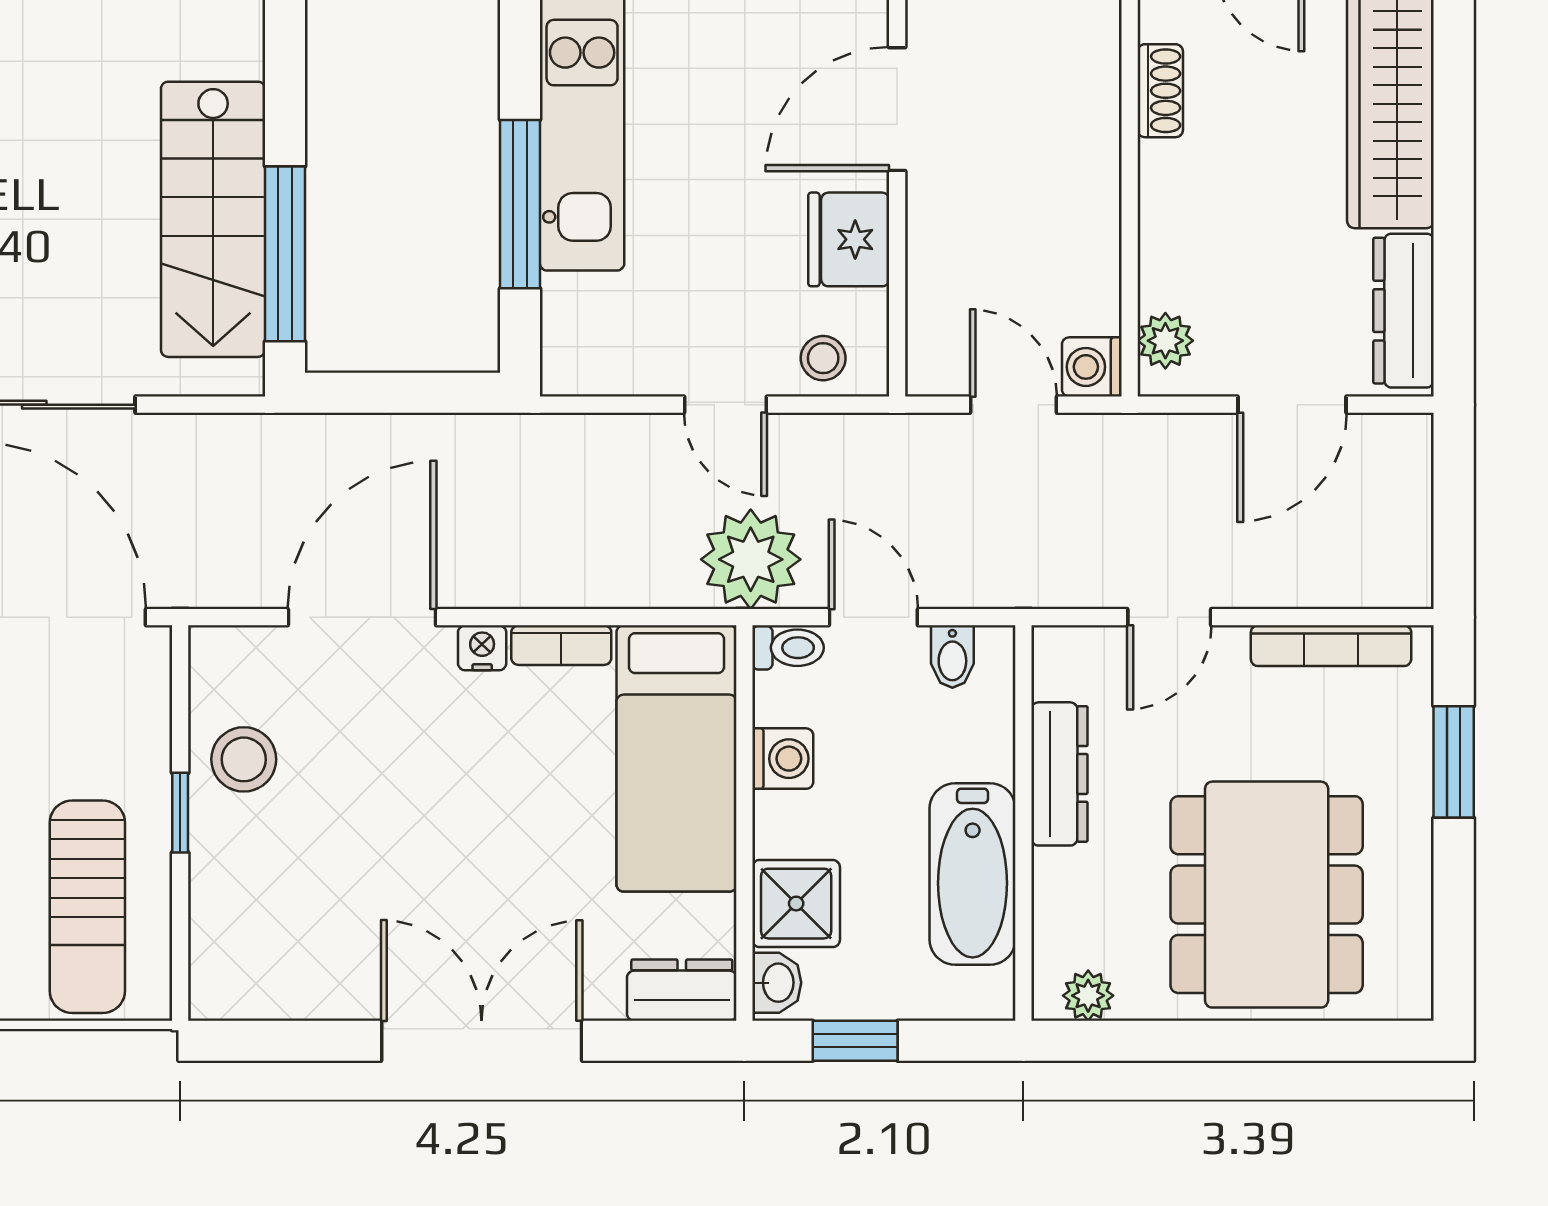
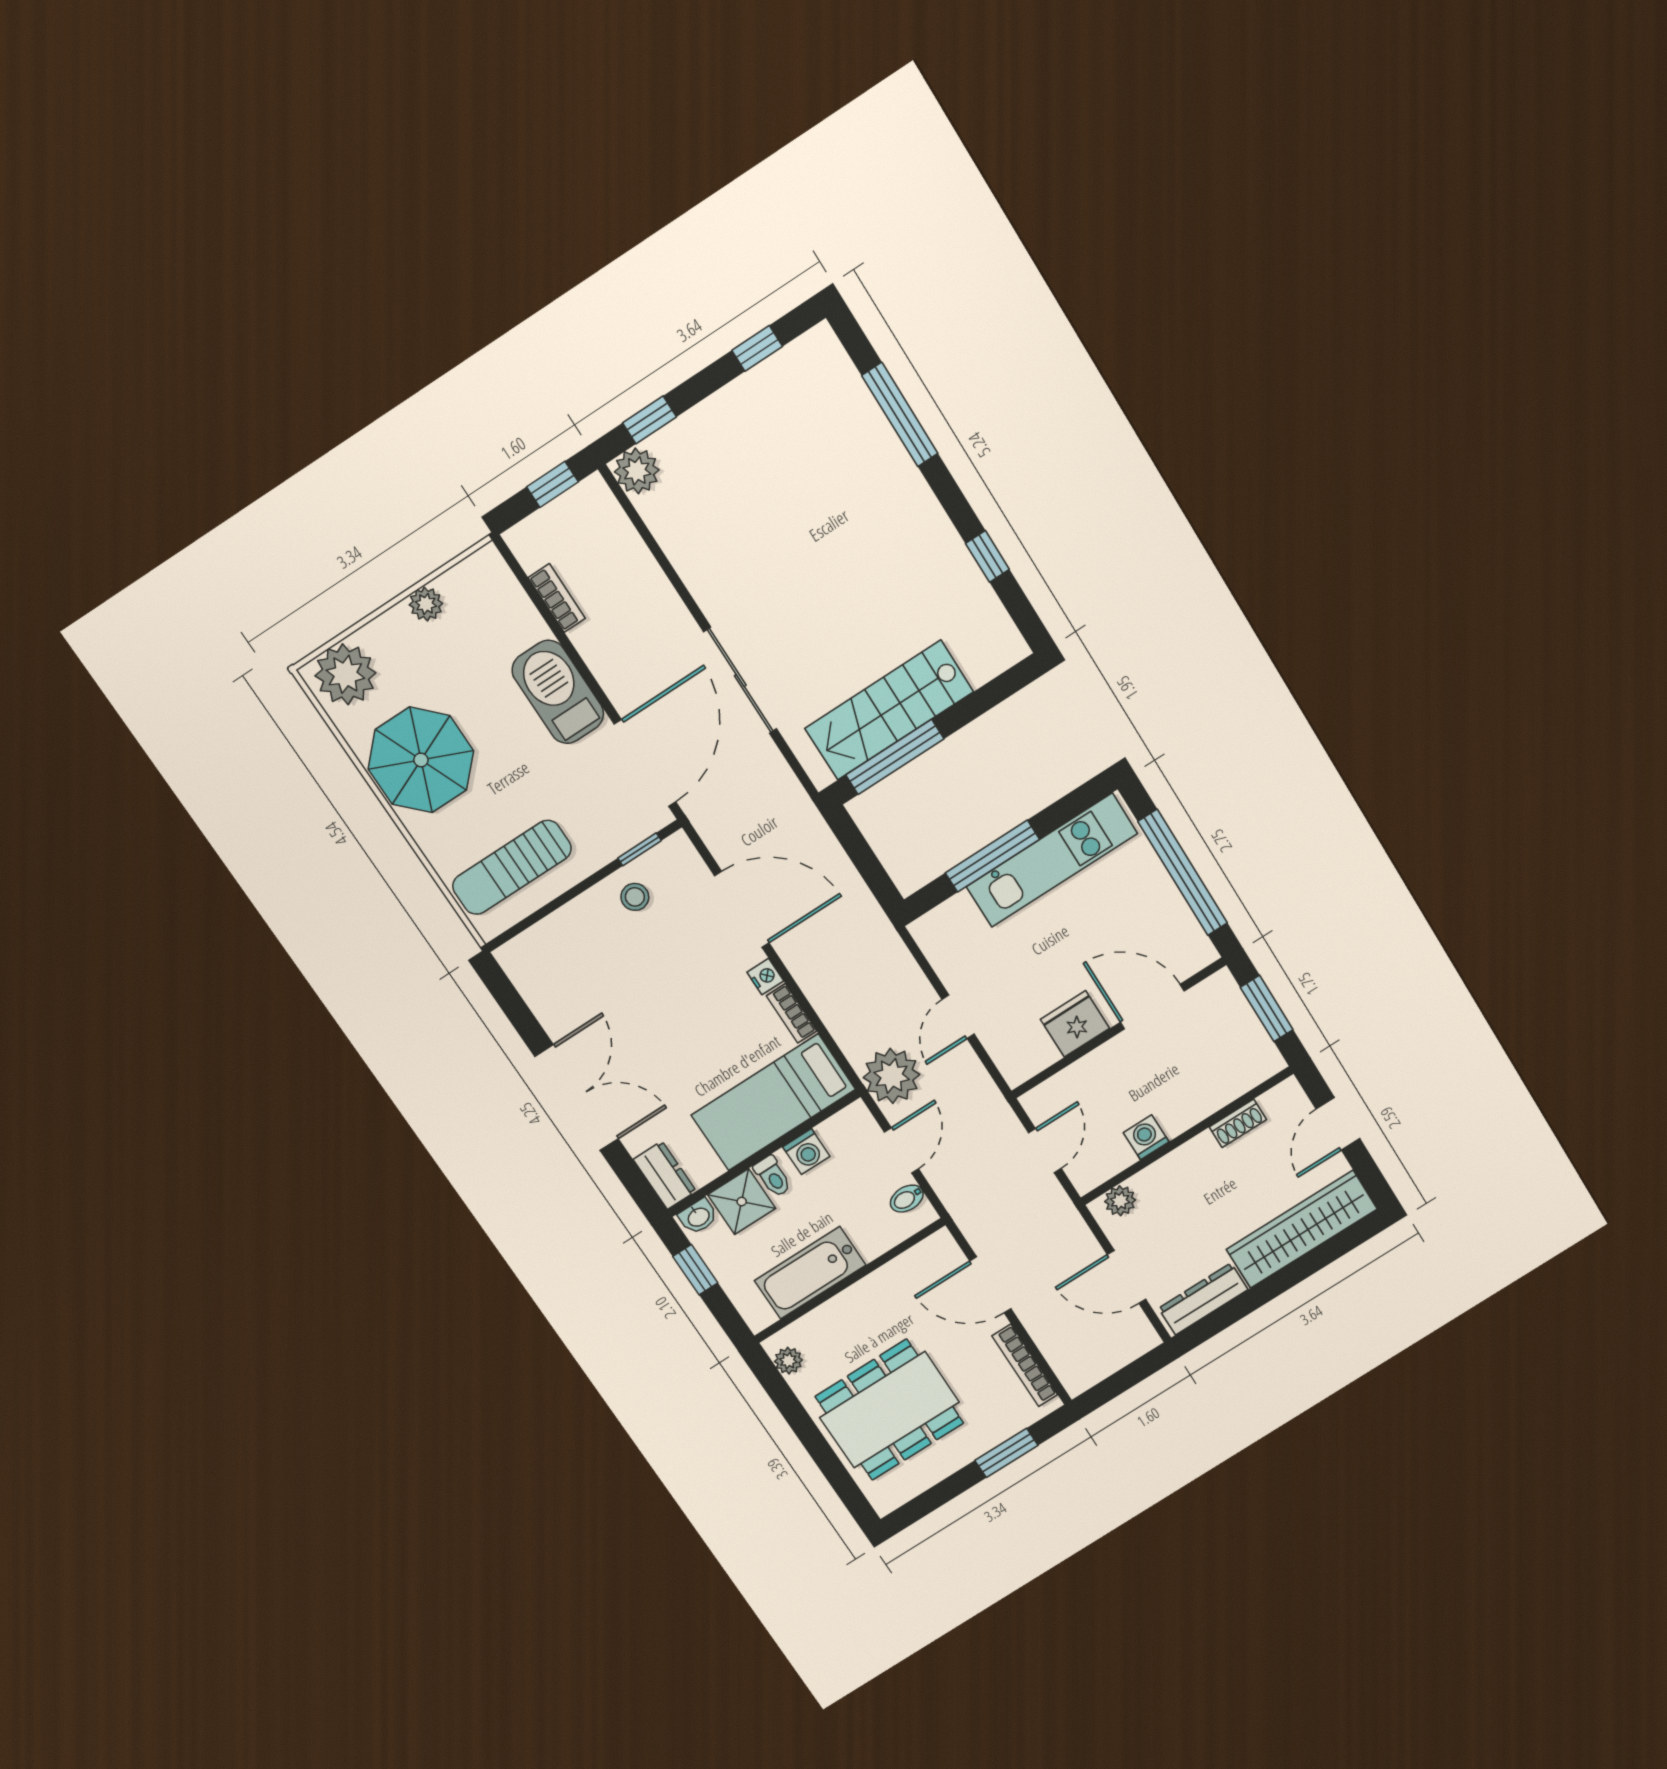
stool: (823, 358) -> (1010, 1048), removed
washing machine: (1092, 367) -> (1146, 1137), moved
door: (1169, 617) -> (990, 1285), width x1.38
toilet: (788, 648) -> (773, 1176), moved
stool: (244, 759) -> (635, 897), width x0.73, depth x0.73
dresser: (1059, 774) -> (884, 1282), removed
window: (180, 813) -> (639, 849), moved

